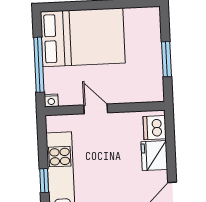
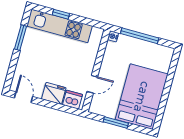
bed: (83, 37) -> (142, 97), moved, turned 180
door: (96, 109) -> (92, 84), moved

